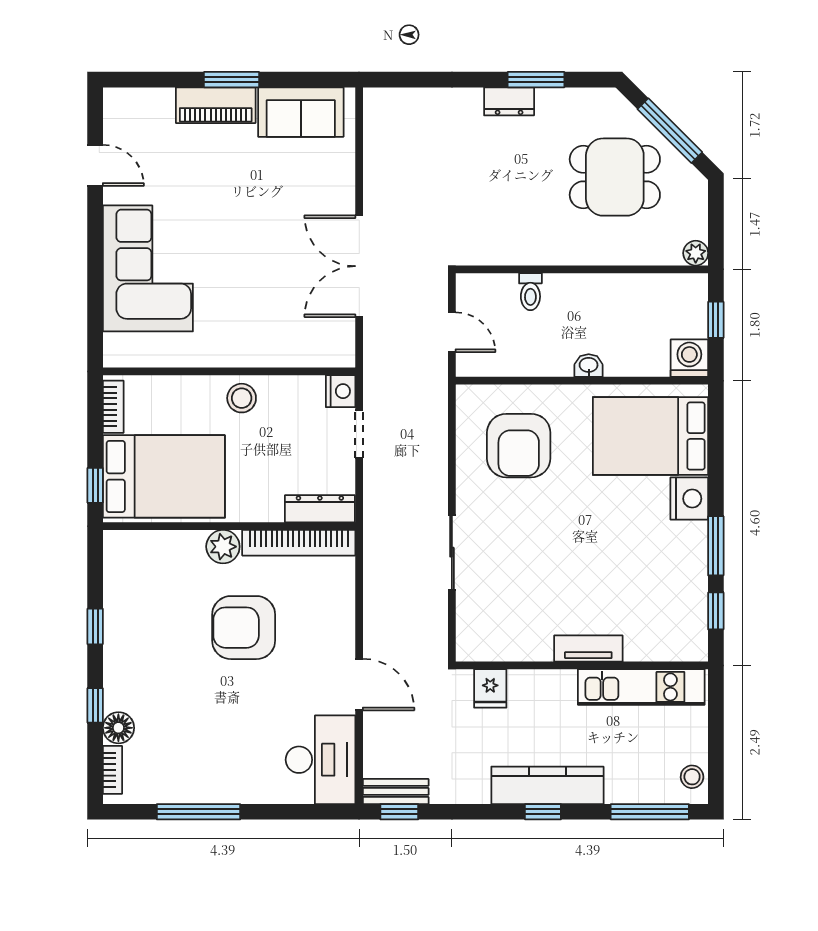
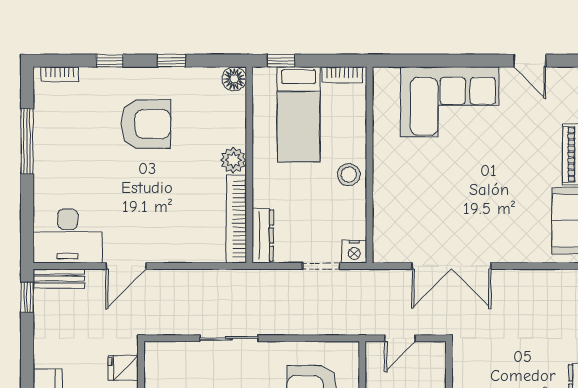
door: (95, 165) -> (530, 61), hinge flipped
double door: (359, 266) -> (451, 266), swing flipped
bed: (164, 476) -> (299, 114), width x0.67
armchair: (244, 628) -> (146, 124), moved, turned 90
floor lamp: (118, 728) -> (234, 79), moved
bench: (396, 791) -> (59, 279), moved, turned 90

